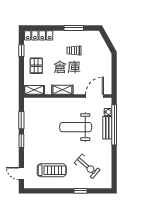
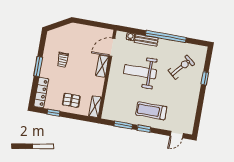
window: (74, 28) -> (38, 66), moved
shelving: (62, 90) -> (102, 66), moved
door: (95, 96) -> (112, 47), hinge flipped
window: (114, 125) -> (166, 36), moved
weight bench: (76, 127) -> (140, 72), turned 90
treadmill: (52, 170) -> (151, 111), moved, turned -90

